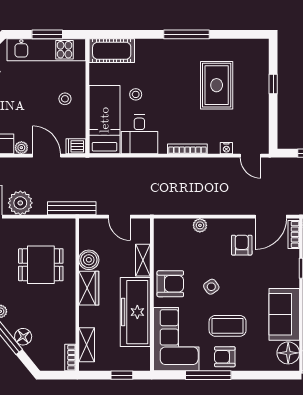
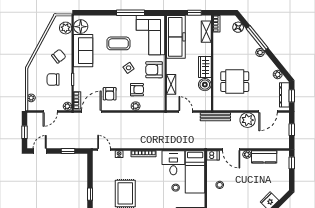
freezer: (135, 312) -> (176, 37), moved
floor lamp: (23, 337) -> (238, 27), moved
armchair: (225, 357) -> (137, 90), moved
window: (122, 375) -> (194, 13), moved

